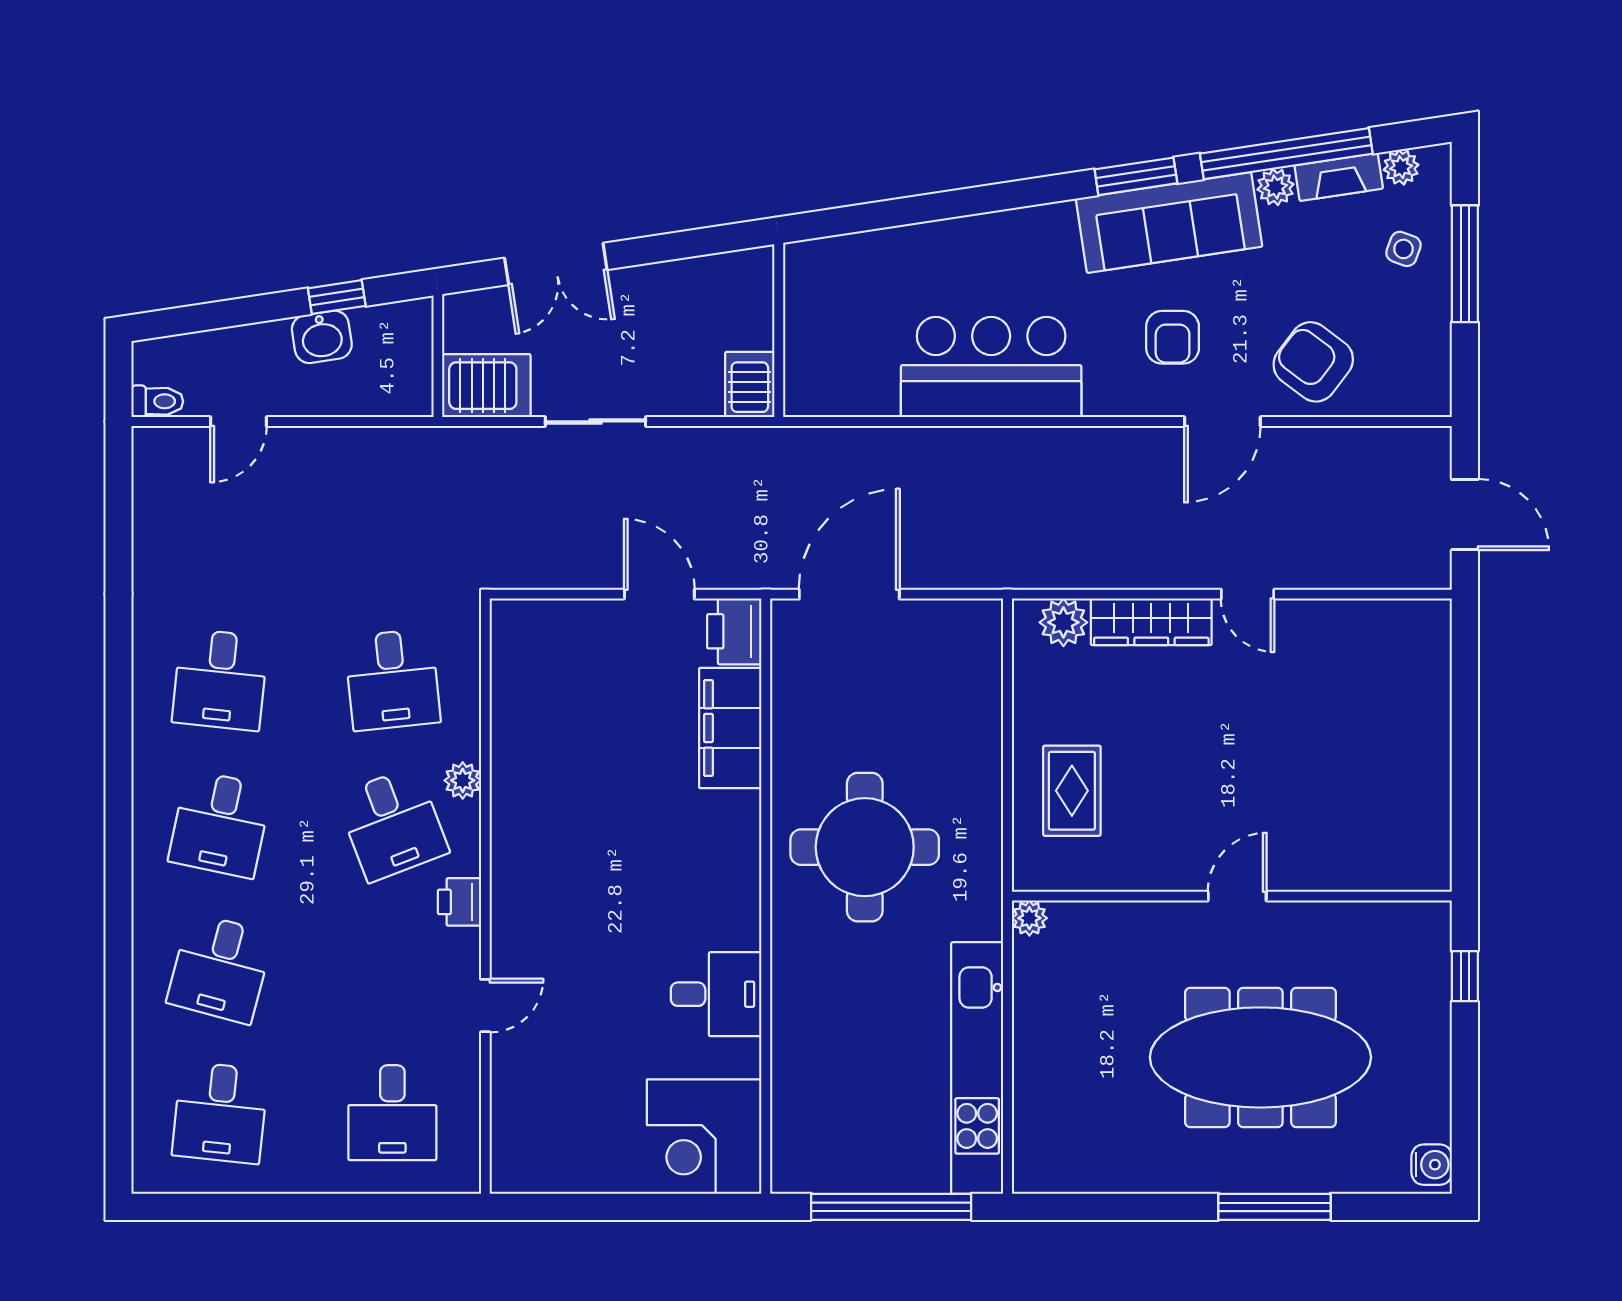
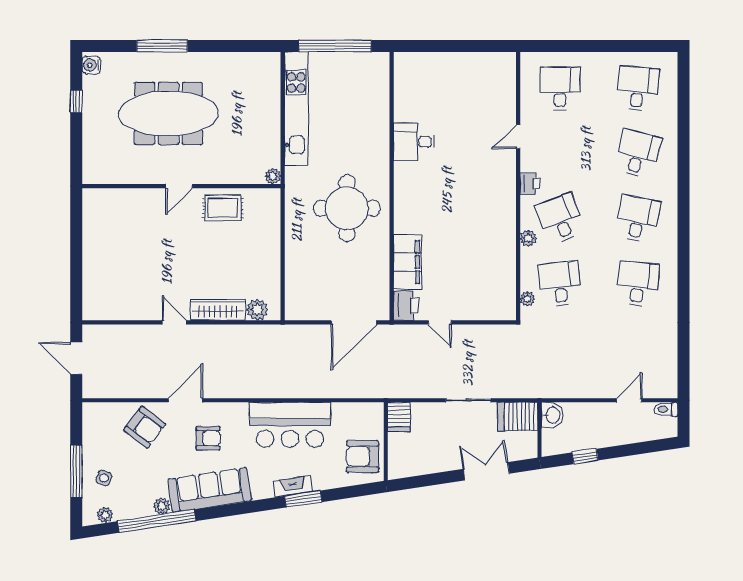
window: (1136, 176) -> (303, 499), moved
fireplace: (1339, 177) -> (293, 486), moved
armchair: (830, 297) -> (363, 456), added
washbasin: (322, 337) -> (552, 415), moved, turned 99
armchair: (1173, 337) -> (208, 438), turned 90
door: (659, 594) -> (440, 322), width x0.73
plant: (465, 646) -> (527, 299), added
rug: (1072, 791) -> (223, 208), moved, turned 90
window: (1465, 976) -> (76, 101), moved
corner desk: (704, 1137) -> (419, 78), removed

